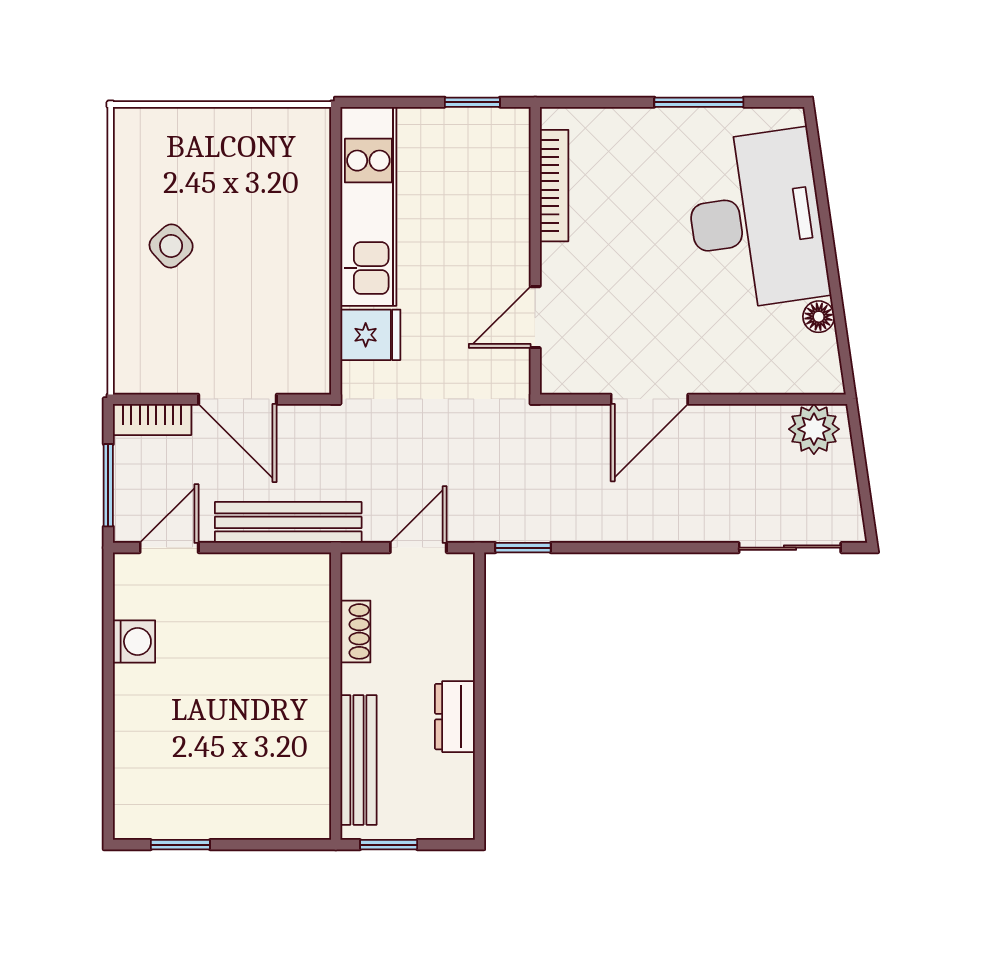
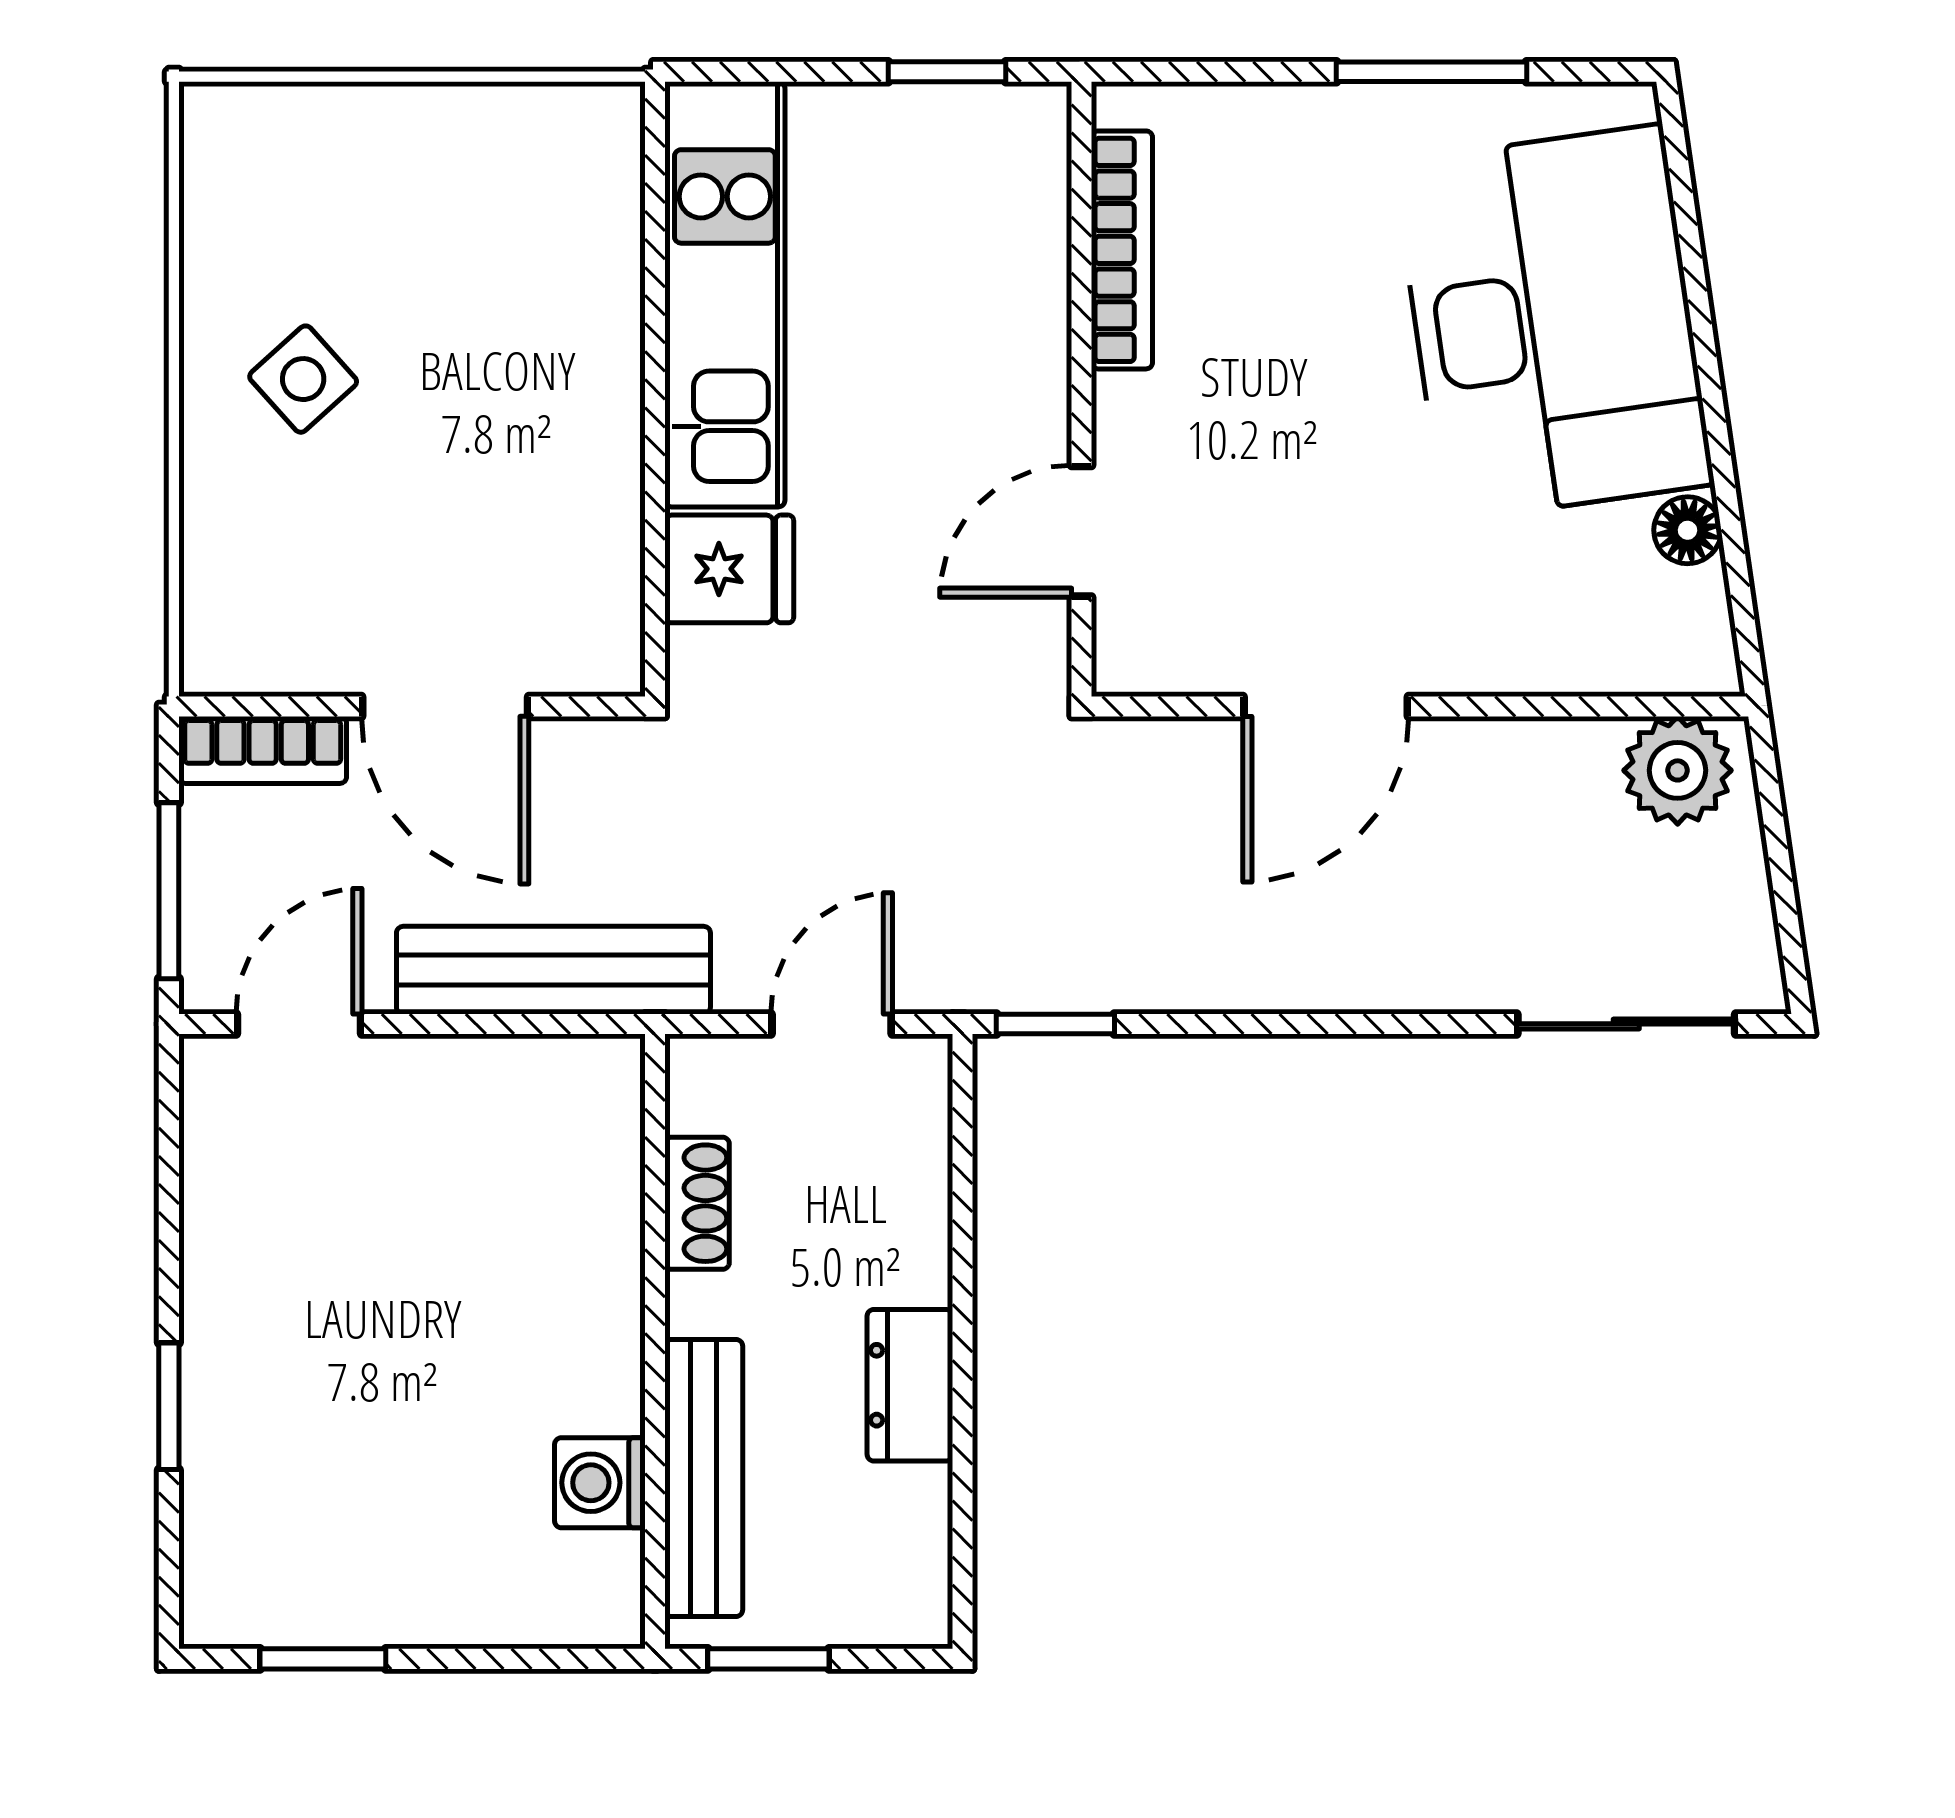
washing machine: (134, 641) -> (600, 1483), moved, turned 180
window: (108, 726) -> (169, 1406), added

